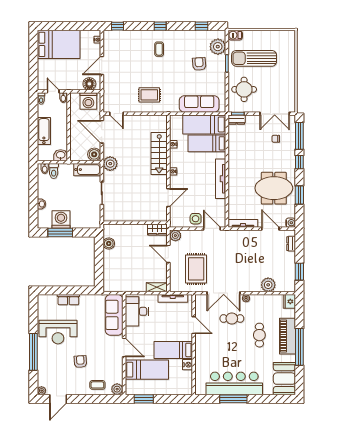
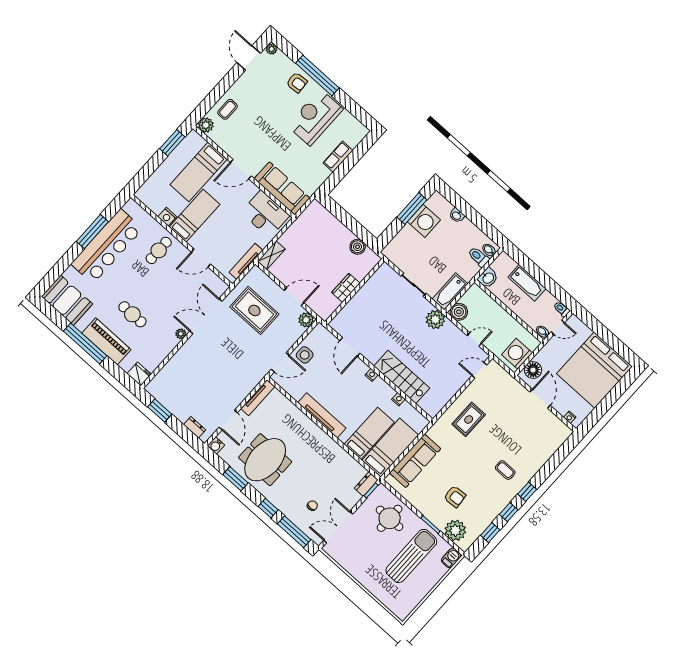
window: (117, 26) -> (509, 512), moved
bed: (59, 44) -> (594, 370), width x1.36
door: (102, 132) -> (474, 340), width x0.53
wardrobe: (157, 229) -> (346, 288), moved
door: (270, 229) -> (228, 420), hinge flipped
plant: (268, 285) -> (174, 368), removed
cafe table: (232, 318) -> (159, 250), moved
armchair: (80, 362) -> (297, 83), moved

